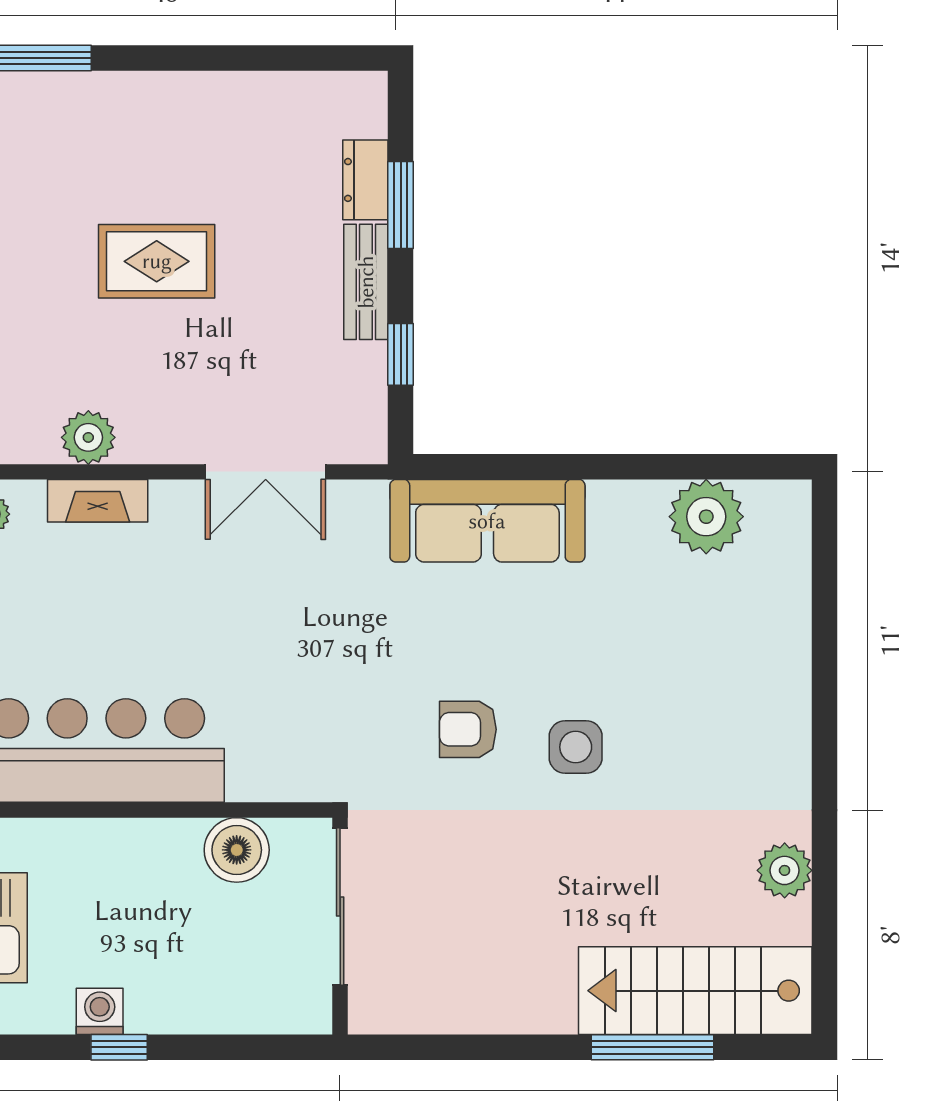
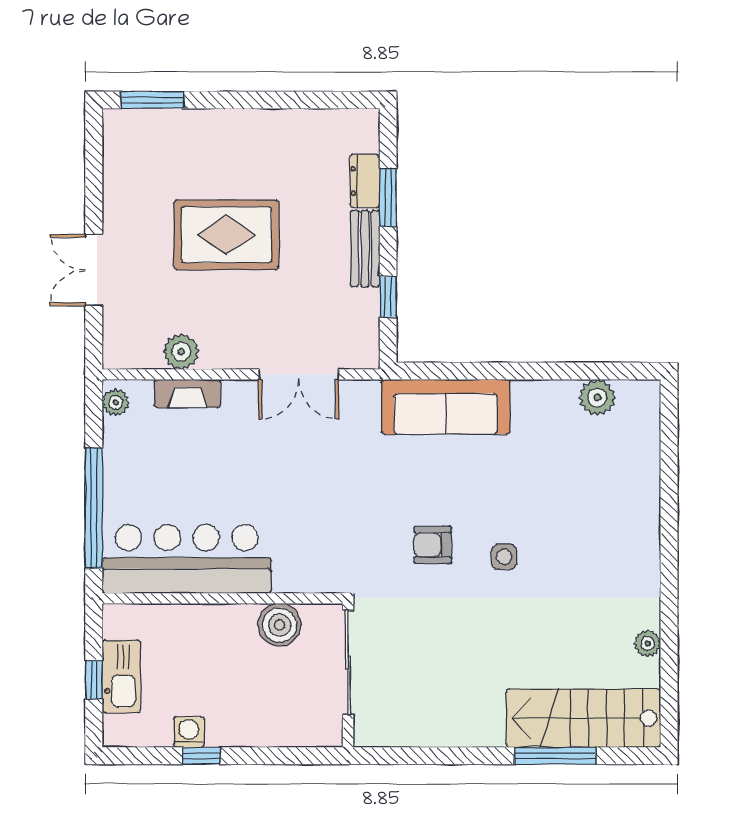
rug: (157, 261) -> (226, 235), width x1.36, depth x1.43
plant: (706, 517) -> (597, 397), width x0.73, depth x0.73
side table: (576, 747) -> (504, 557), width x0.73, depth x0.73
plant: (785, 870) -> (647, 643), width x0.73, depth x0.73

